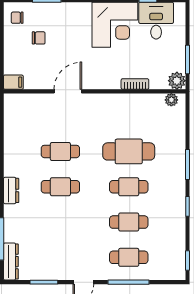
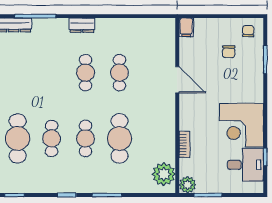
plant: (171, 100) -> (164, 174), width x1.88, depth x1.88
cafe table: (129, 257) -> (18, 138), width x1.37, depth x1.35

